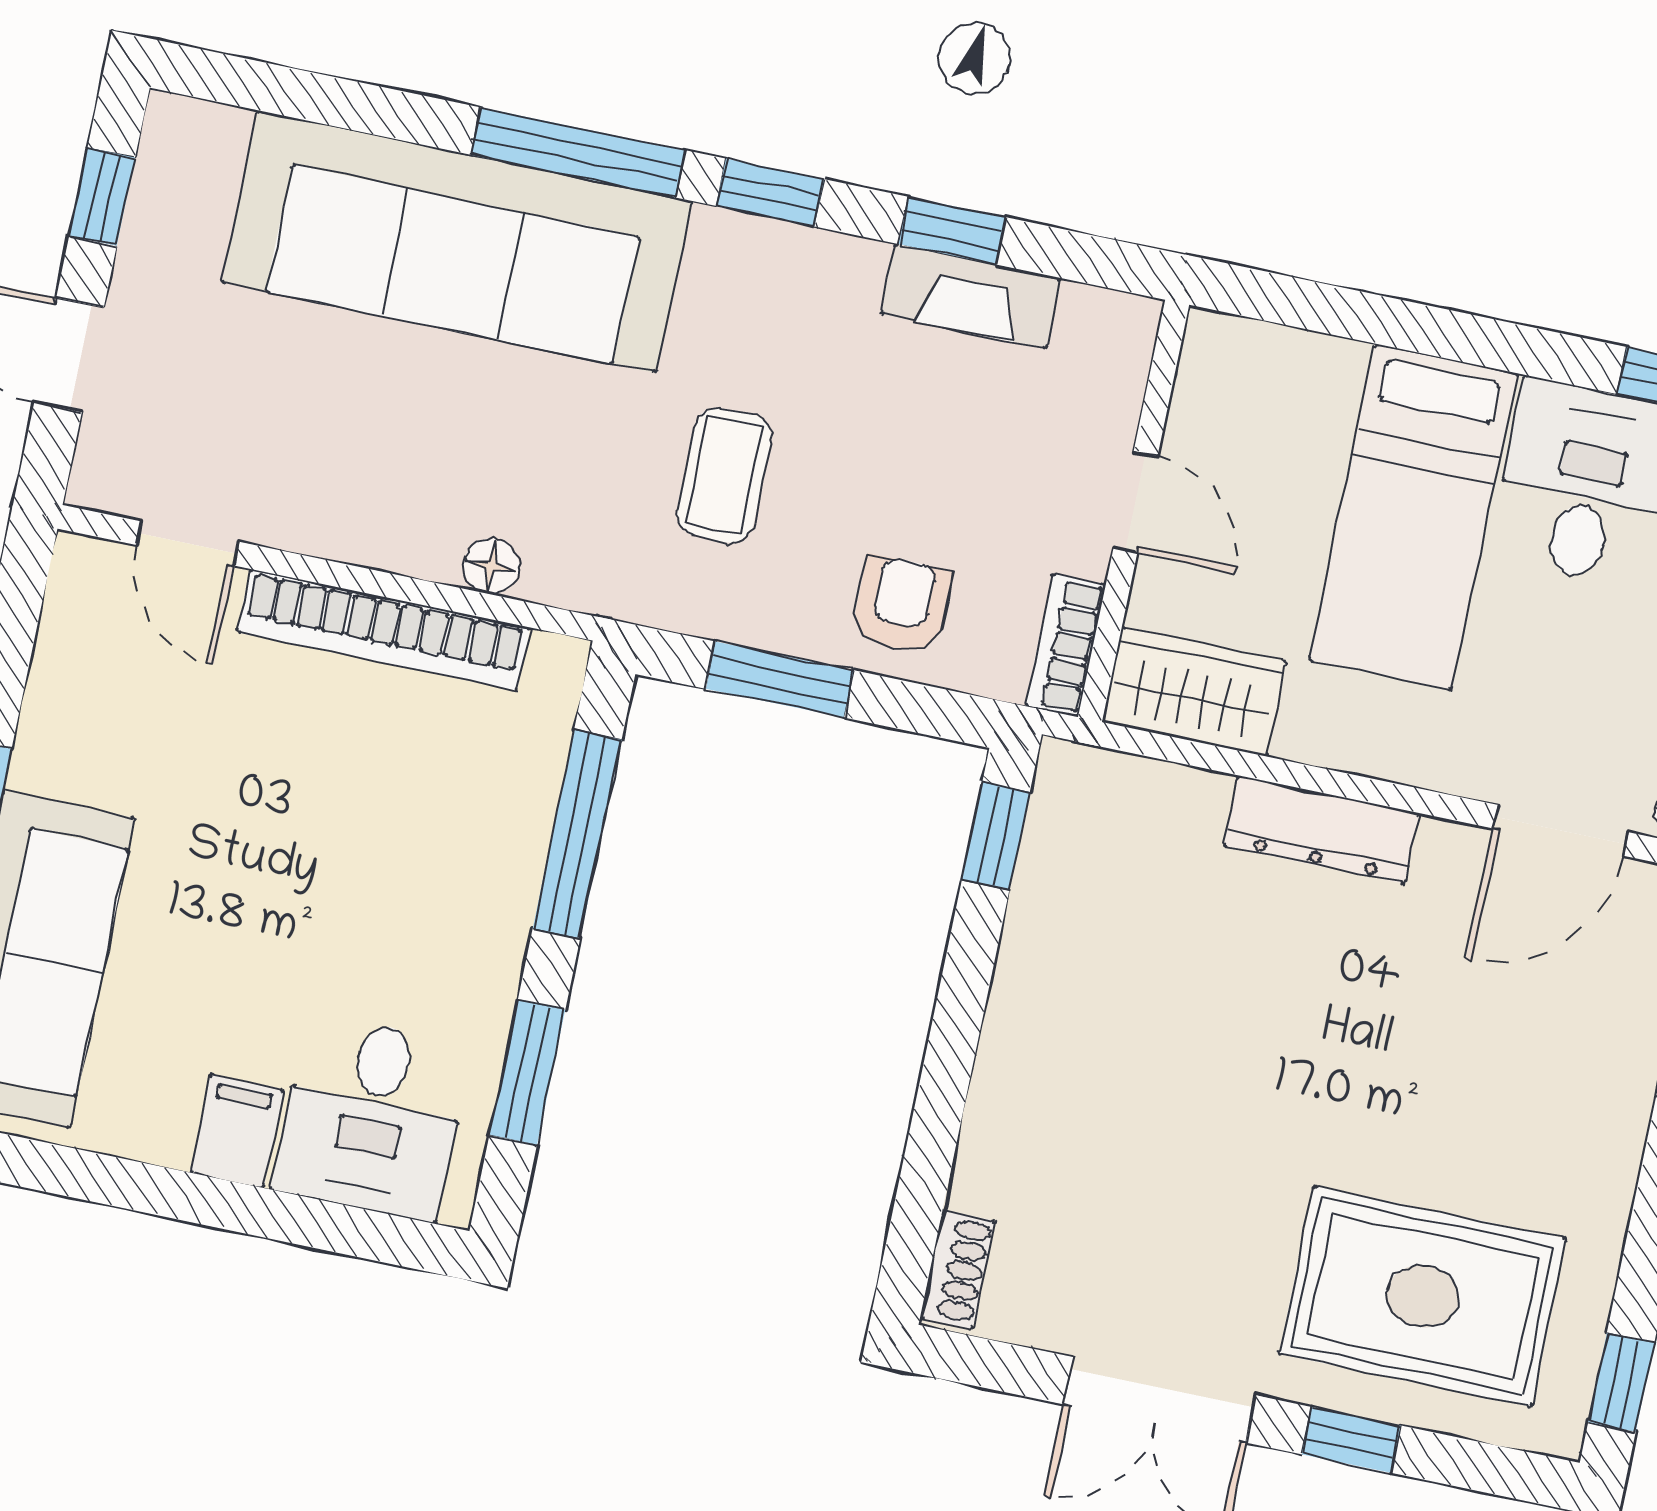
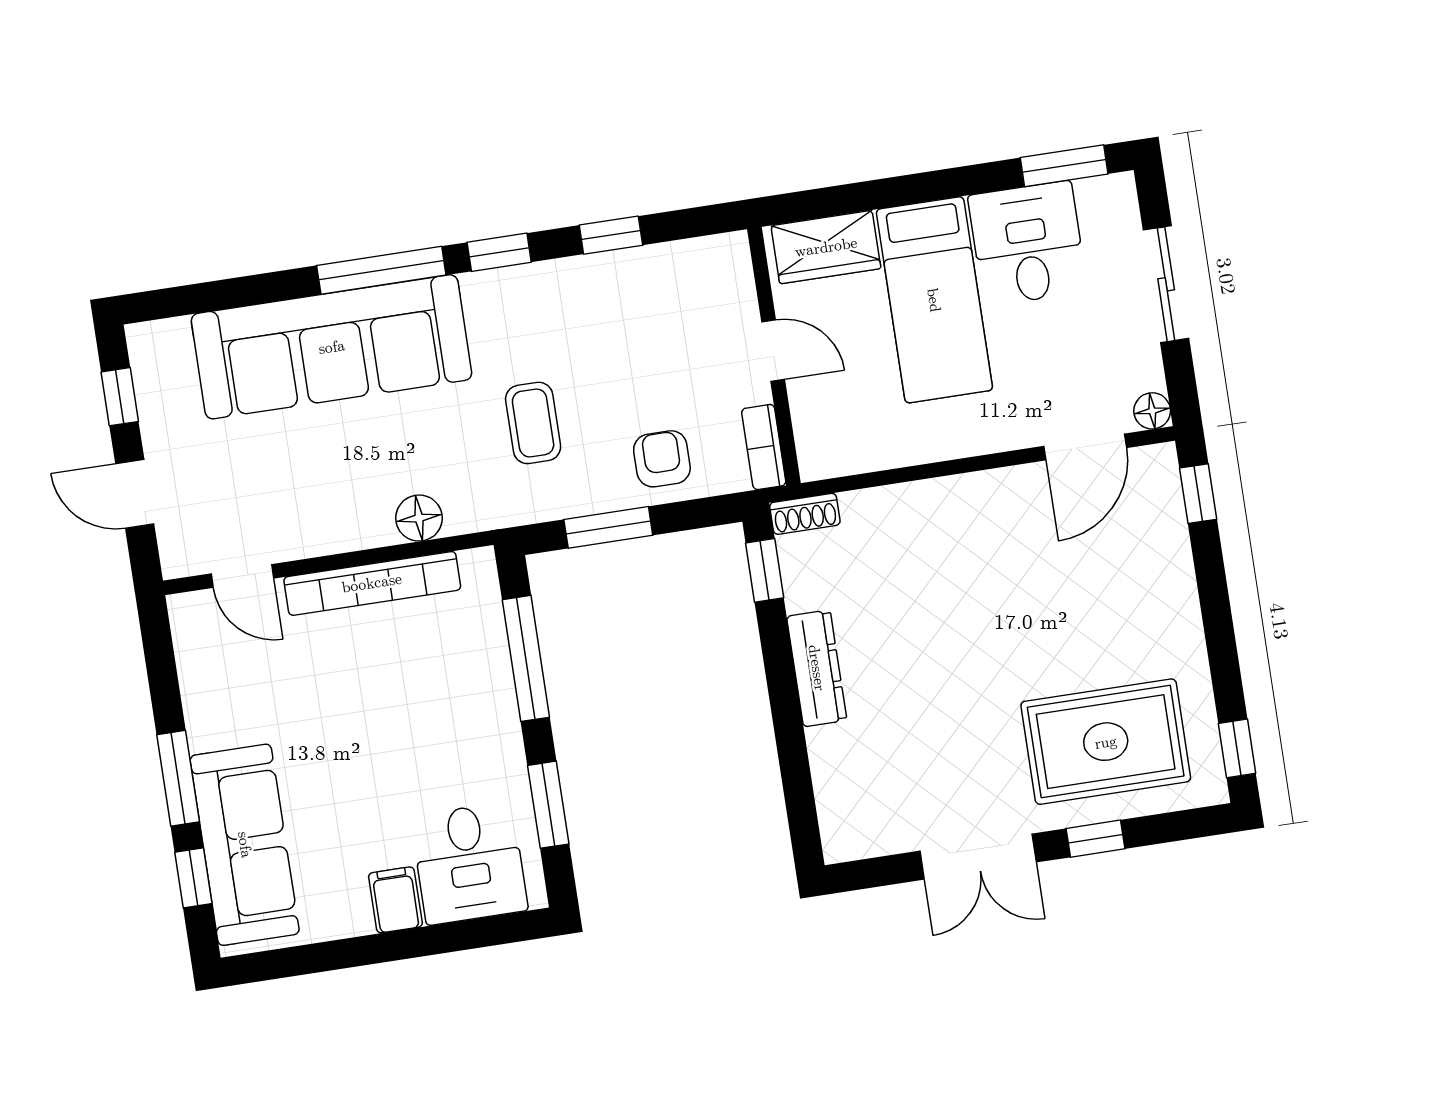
fireplace: (970, 296) -> (635, 268), removed
floor lamp: (491, 566) -> (419, 518), width x1.37, depth x1.37
wardrobe: (1194, 692) -> (826, 247), moved, turned 180
dresser: (1321, 830) -> (817, 668), moved, turned -90
shoe rack: (957, 1269) -> (805, 514), moved, turned 90

